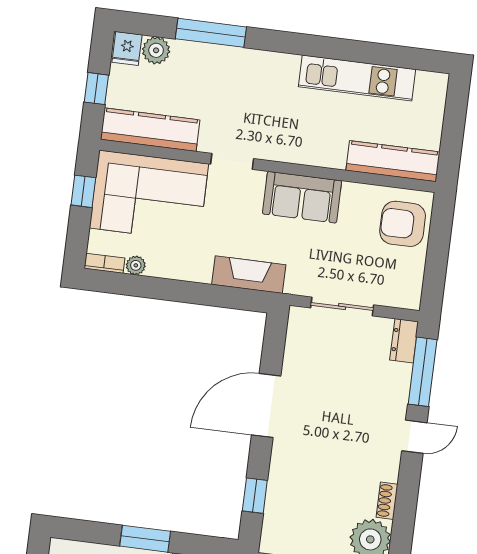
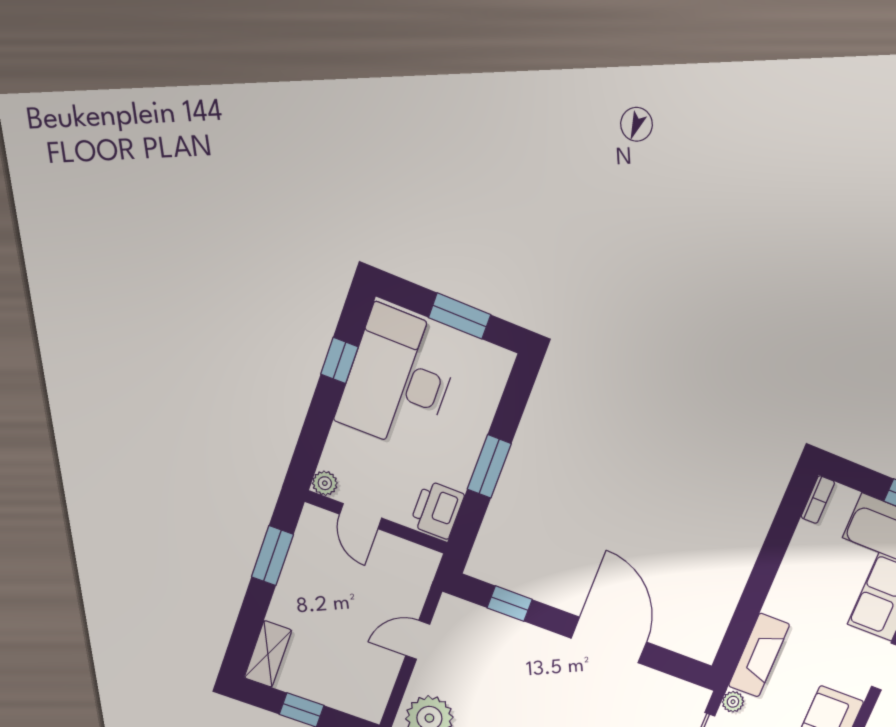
plant: (136, 265) -> (733, 702), moved

